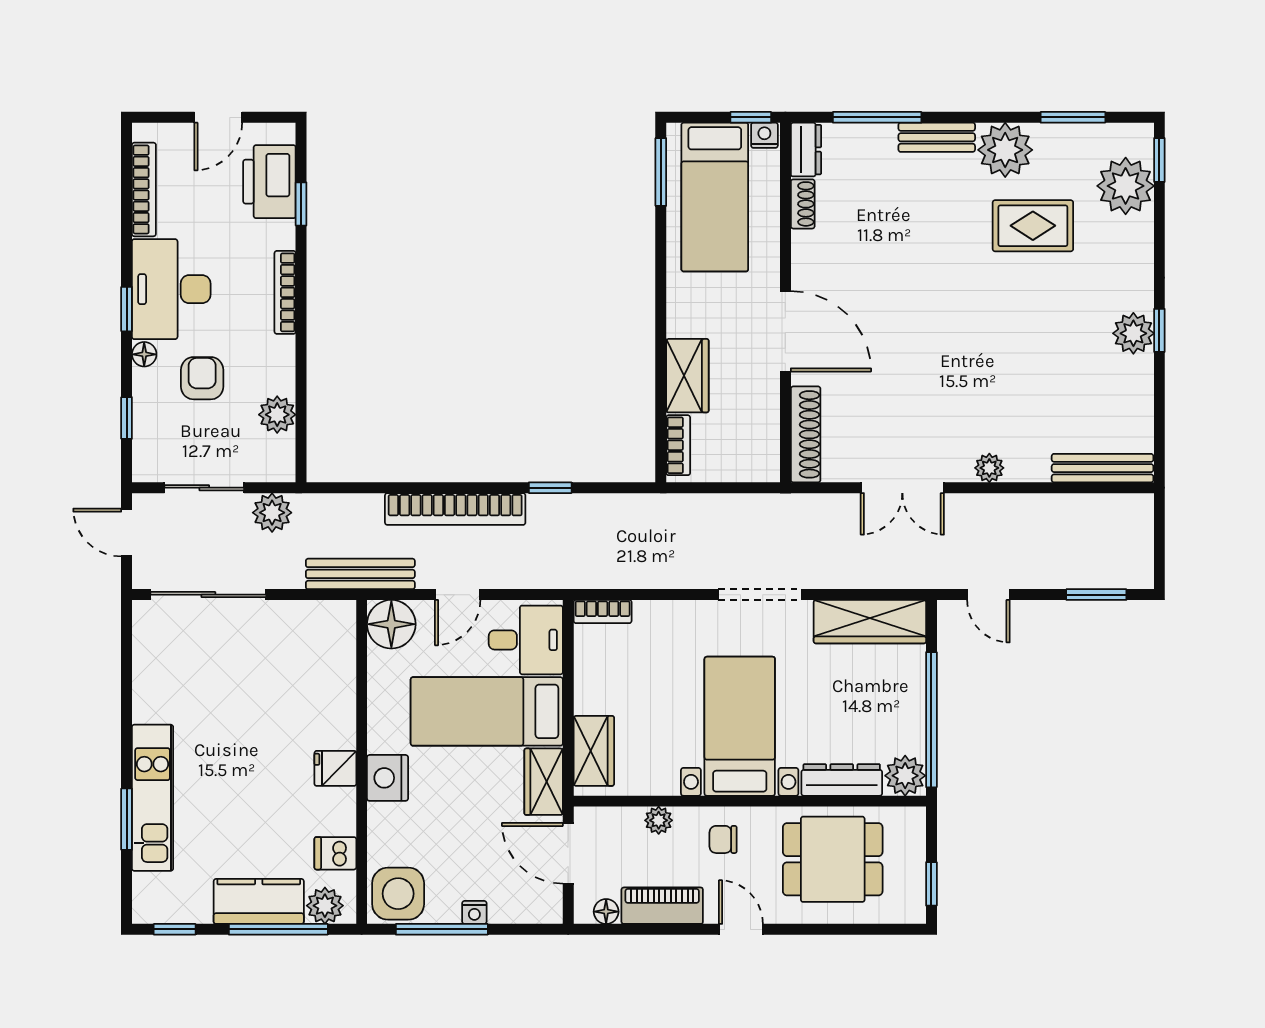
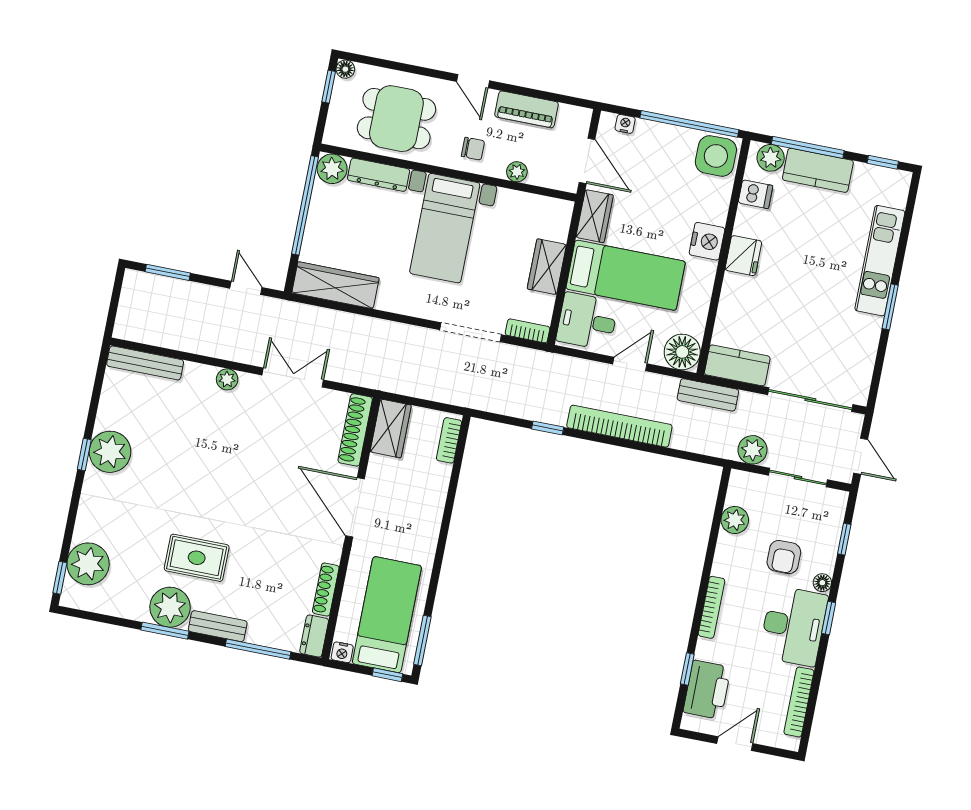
window: (751, 117) -> (387, 675), moved
window: (1073, 117) -> (165, 631), moved
shoe rack: (803, 204) -> (326, 590), width x1.43
rug: (1033, 226) -> (197, 558), moved
plant: (1133, 333) -> (110, 452), width x1.36, depth x1.36
wardrobe: (687, 376) -> (391, 428), moved, turned 180
bench: (360, 574) -> (708, 395), width x0.73
doorway: (760, 595) -> (471, 332), moved
kitchen counter: (315, 621) -> (737, 365), added
wardrobe: (594, 751) -> (547, 267), moved
fridge: (335, 768) -> (743, 256), width x1.38
window: (127, 819) -> (890, 307), moved
nightstand: (474, 912) -> (625, 124), moved
floor lamp: (606, 912) -> (345, 69), moved
window: (442, 929) -> (689, 124), width x1.46

